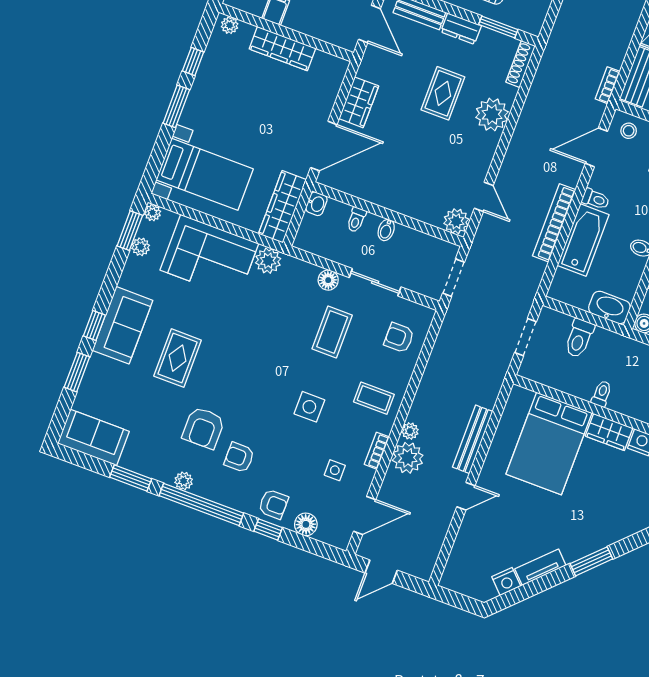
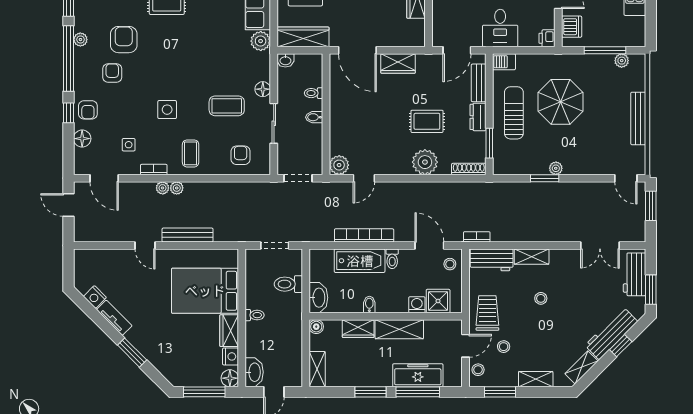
washbasin: (316, 204) -> (285, 60), moved
armchair: (203, 428) -> (124, 40), turned 90
plant: (408, 458) -> (163, 188), width x0.53, depth x0.53

